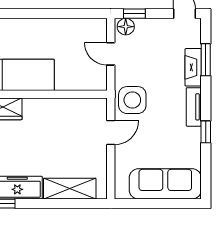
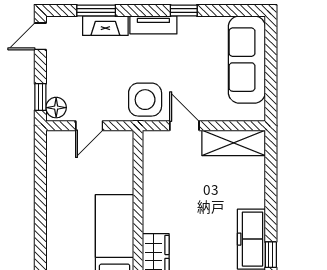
shelving: (70, 189) -> (234, 143), moved, turned 90

